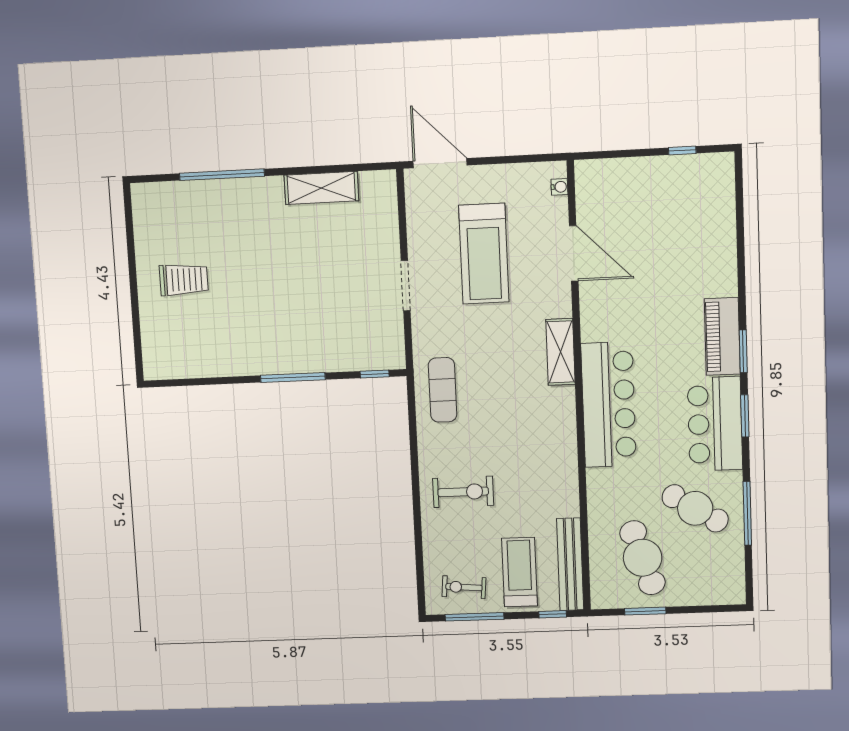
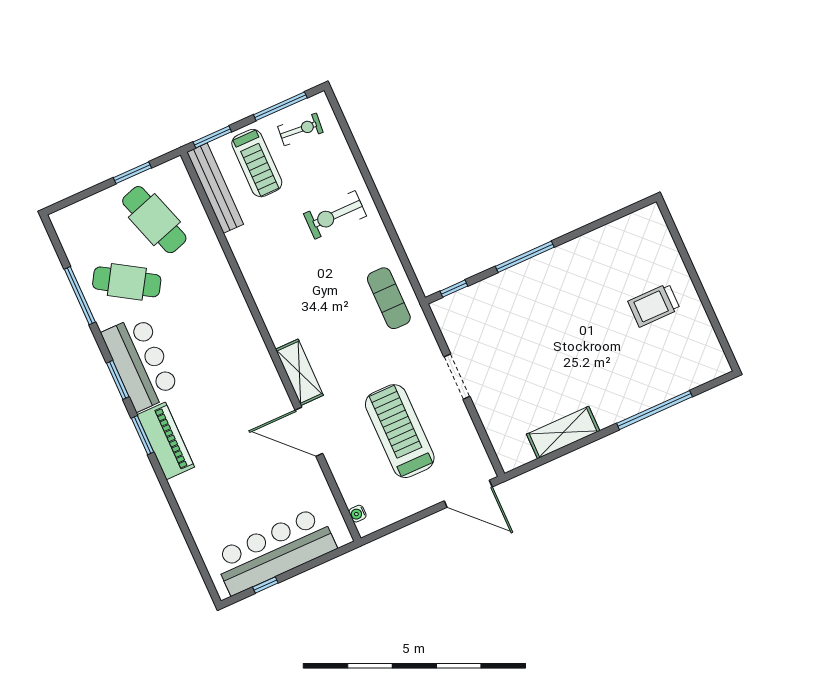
door: (574, 253) -> (309, 432), moved
bar counter: (609, 405) -> (275, 551), moved, turned 90
window: (553, 614) -> (212, 137), width x1.50

